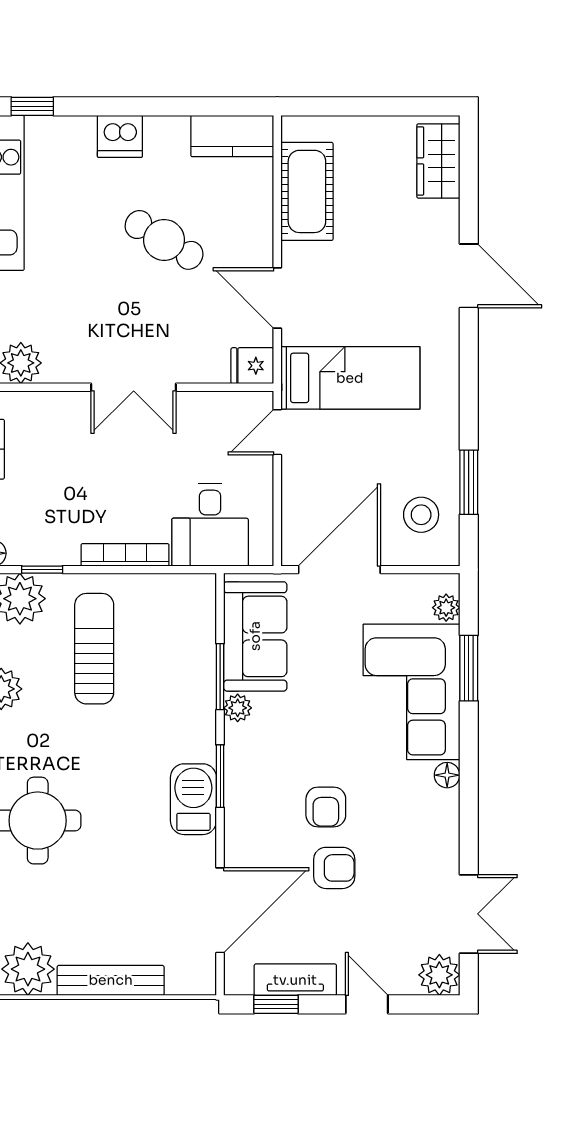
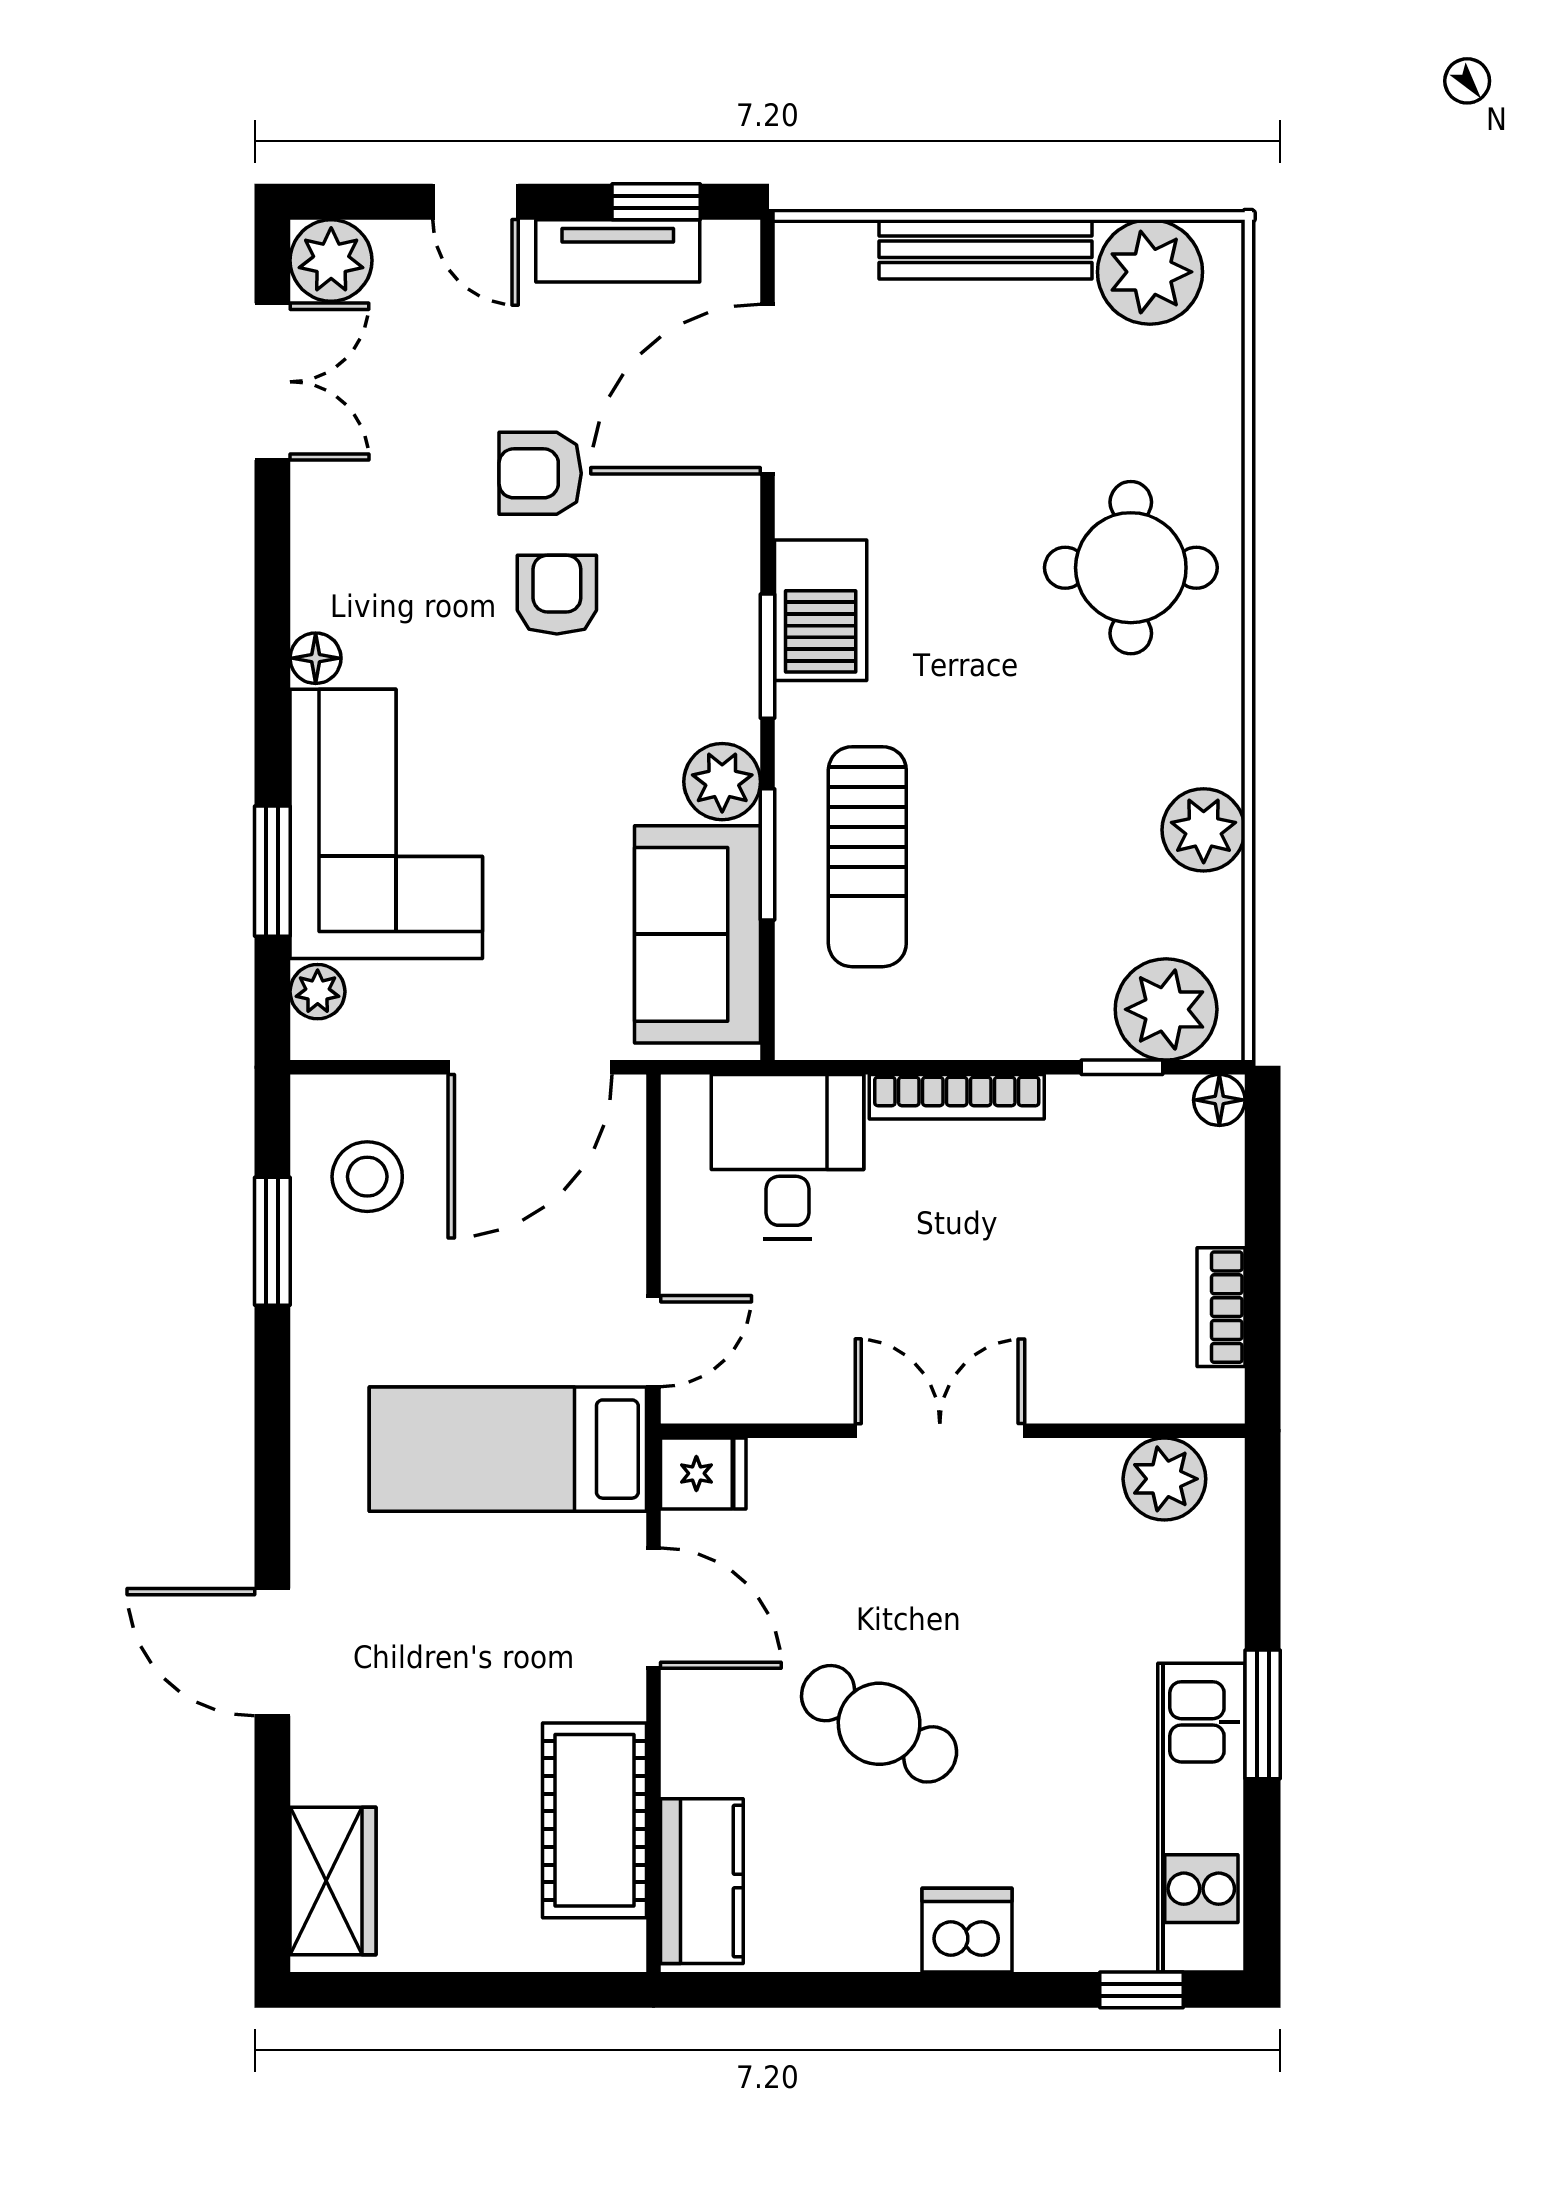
kitchen counter: (232, 136) -> (702, 1881), moved, turned 90
sun lounger: (94, 649) -> (867, 857), moved
plant: (238, 708) -> (722, 782), width x1.38, depth x1.38
double door: (469, 914) -> (272, 382), swing flipped

